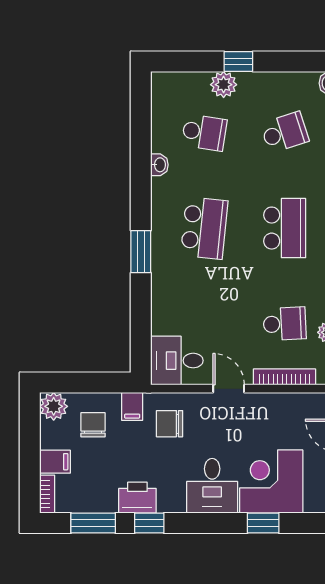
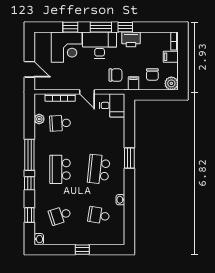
plant: (224, 85) -> (89, 238), removed
desk: (212, 486) -> (100, 45), width x1.37
window: (93, 523) -> (101, 27), moved

